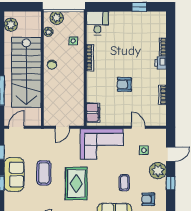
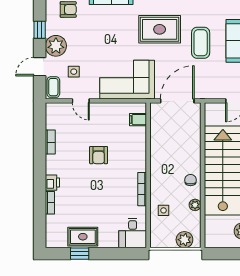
rug: (137, 20) -> (83, 237), added
plant: (48, 32) -> (195, 205), moved
armchair: (124, 84) -> (99, 155), turned 90
filing cabinet: (93, 112) -> (138, 120), width x0.50
door: (62, 127) -> (177, 101), width x1.88
coffee table: (124, 183) -> (53, 87), moved
rug: (76, 184) -> (160, 29), turned 90

